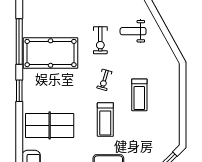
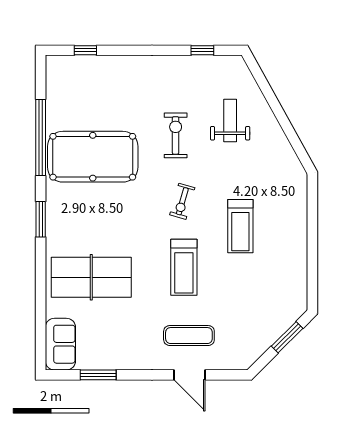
weight bench: (133, 31) -> (230, 120), turned 90
exercise bike: (100, 40) -> (176, 135), turned 180

